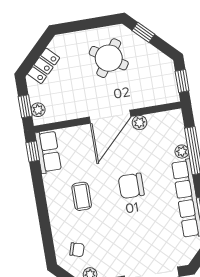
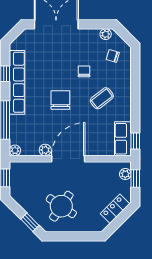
plant: (182, 152) -> (15, 150), moved
chair: (131, 186) -> (60, 100), turned -90
coffee table: (82, 196) -> (102, 98), turned 52
chair: (109, 225) -> (84, 71), added

